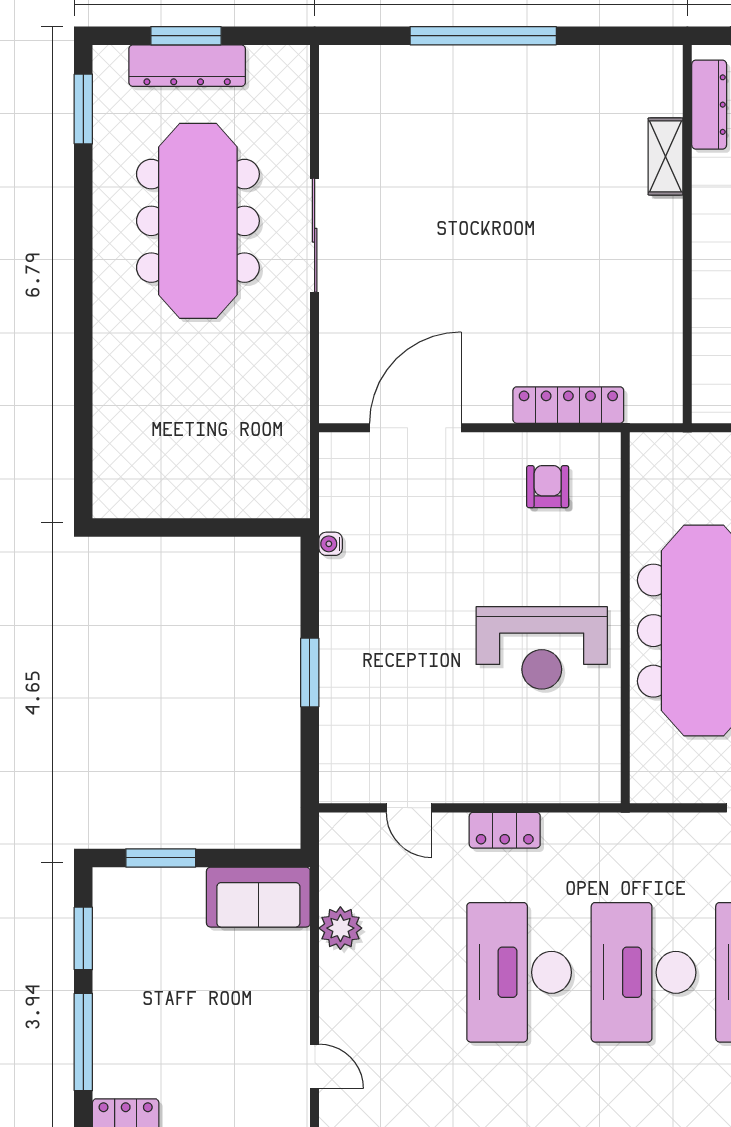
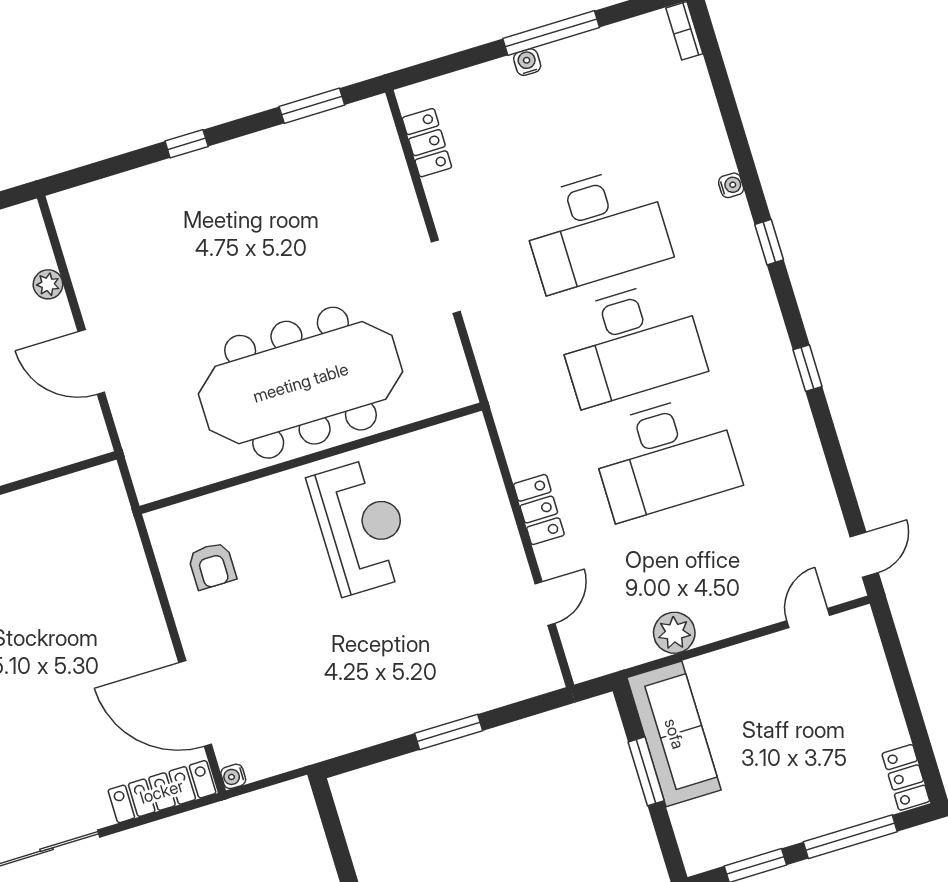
locker: (568, 405) -> (162, 792), moved, turned 90
armchair: (548, 487) -> (212, 566), turned -90
water cooler: (331, 544) -> (233, 776), moved, turned 90
window: (161, 858) -> (646, 771), moved
sofa: (258, 897) -> (674, 734), width x1.36

